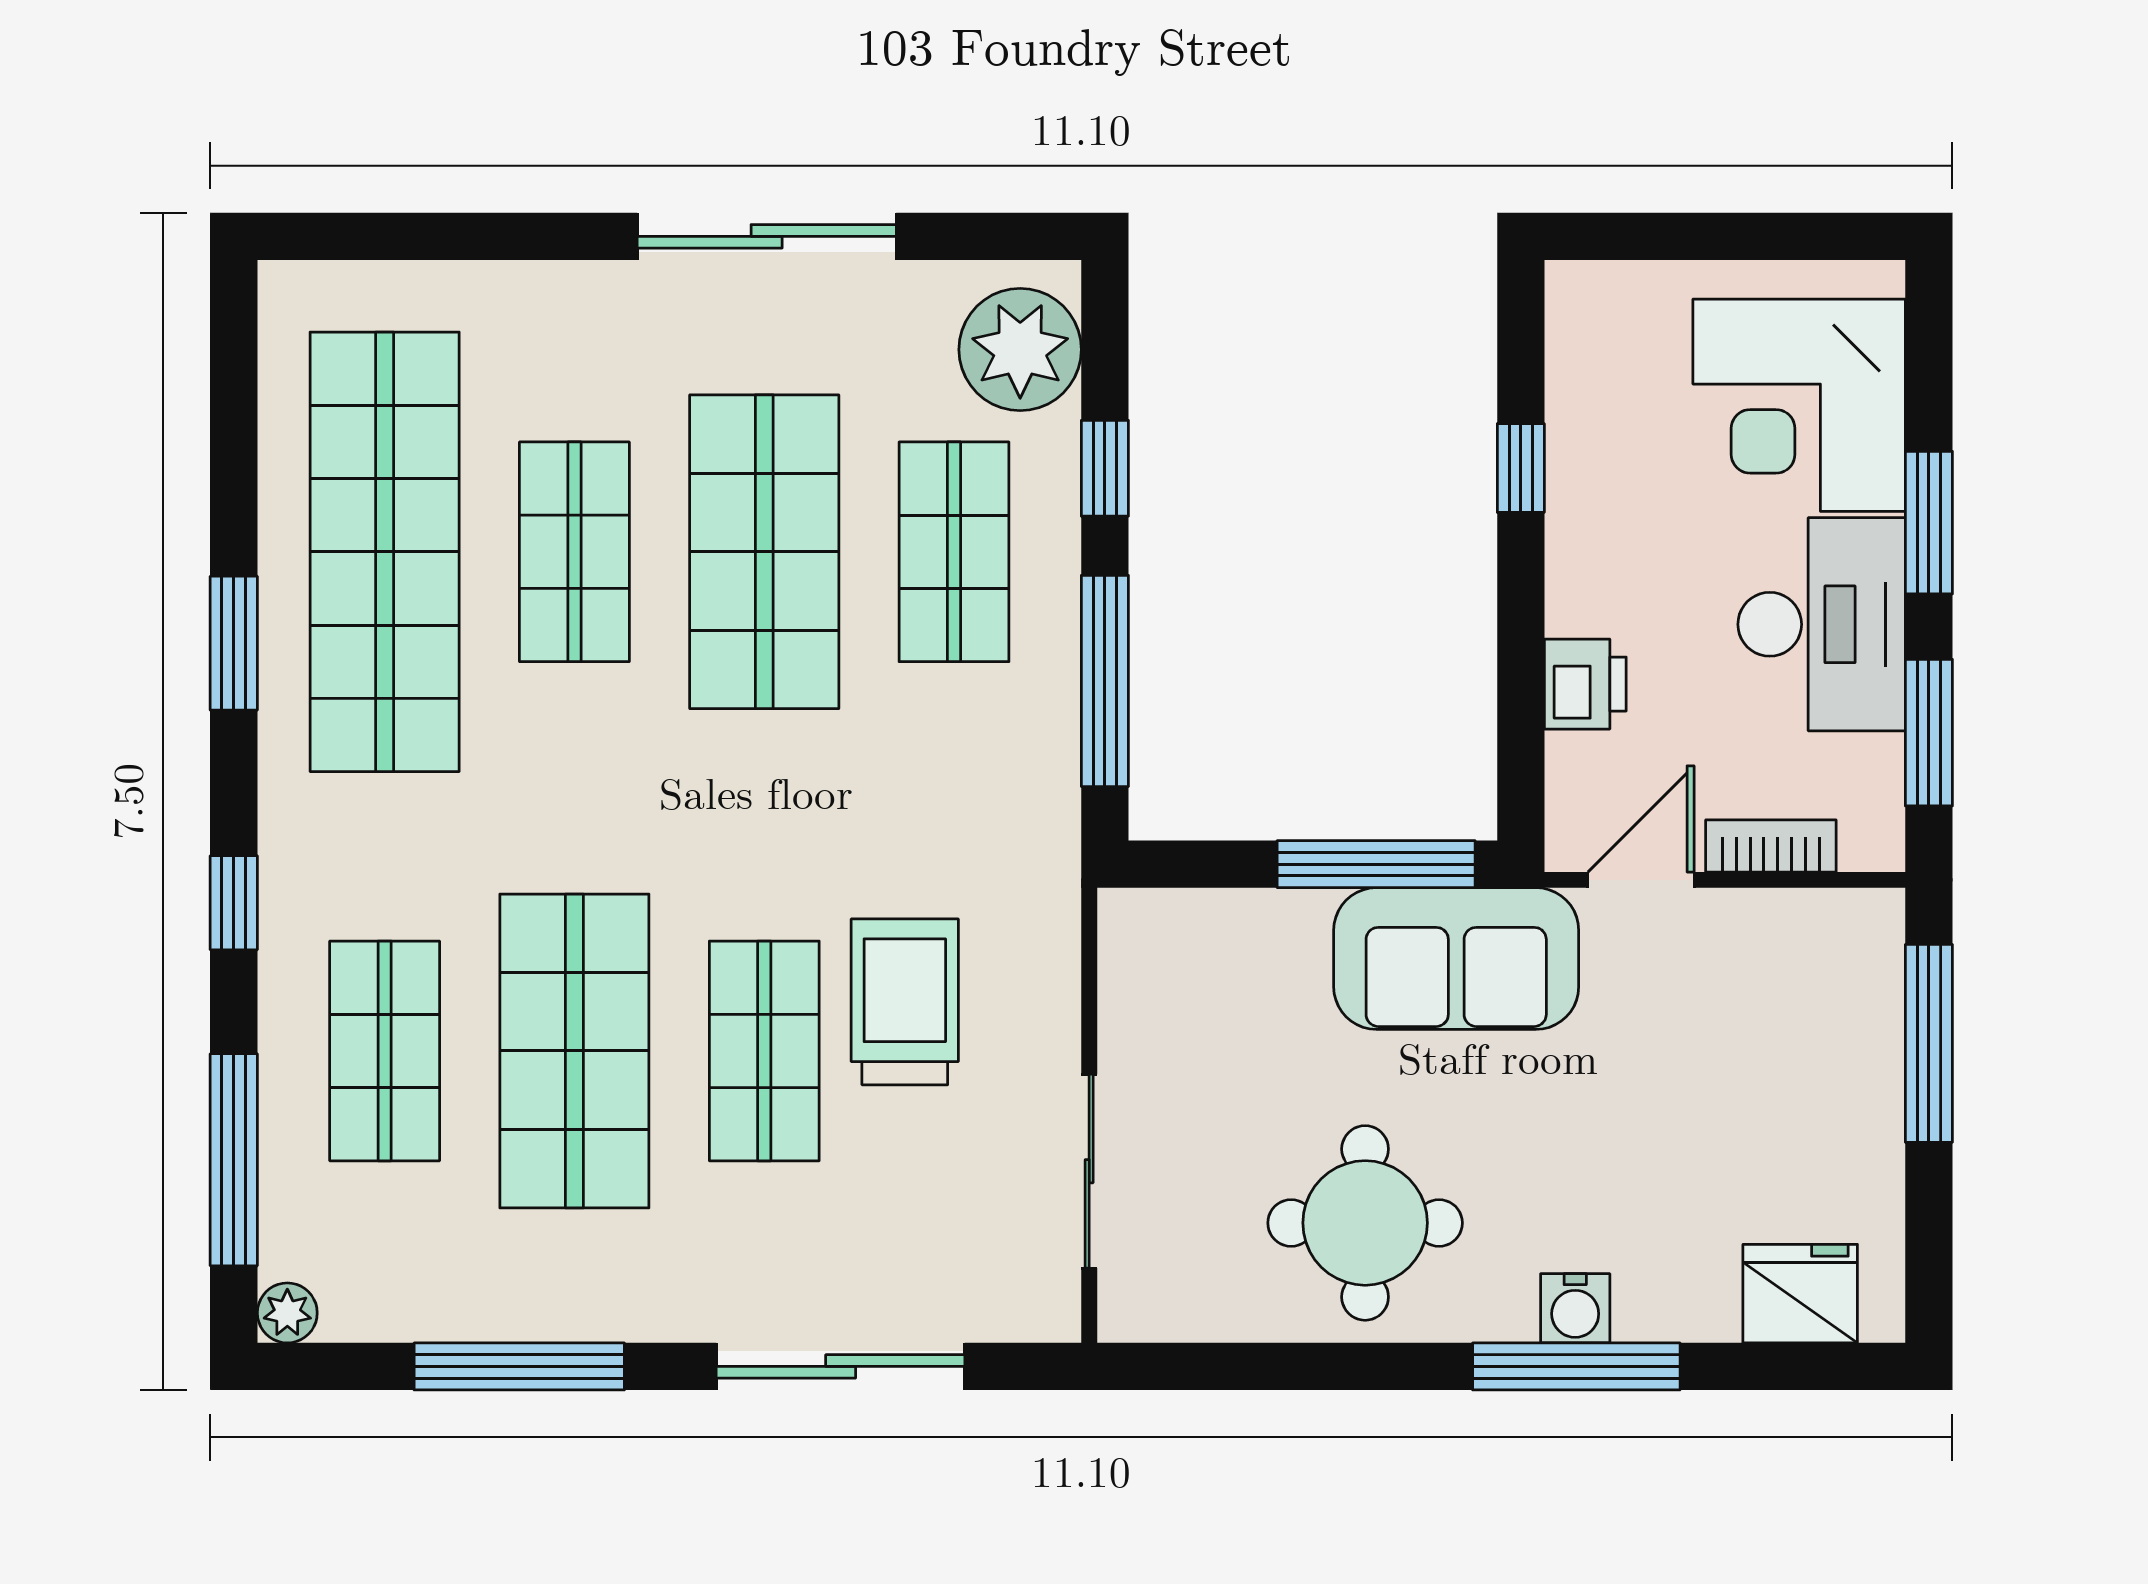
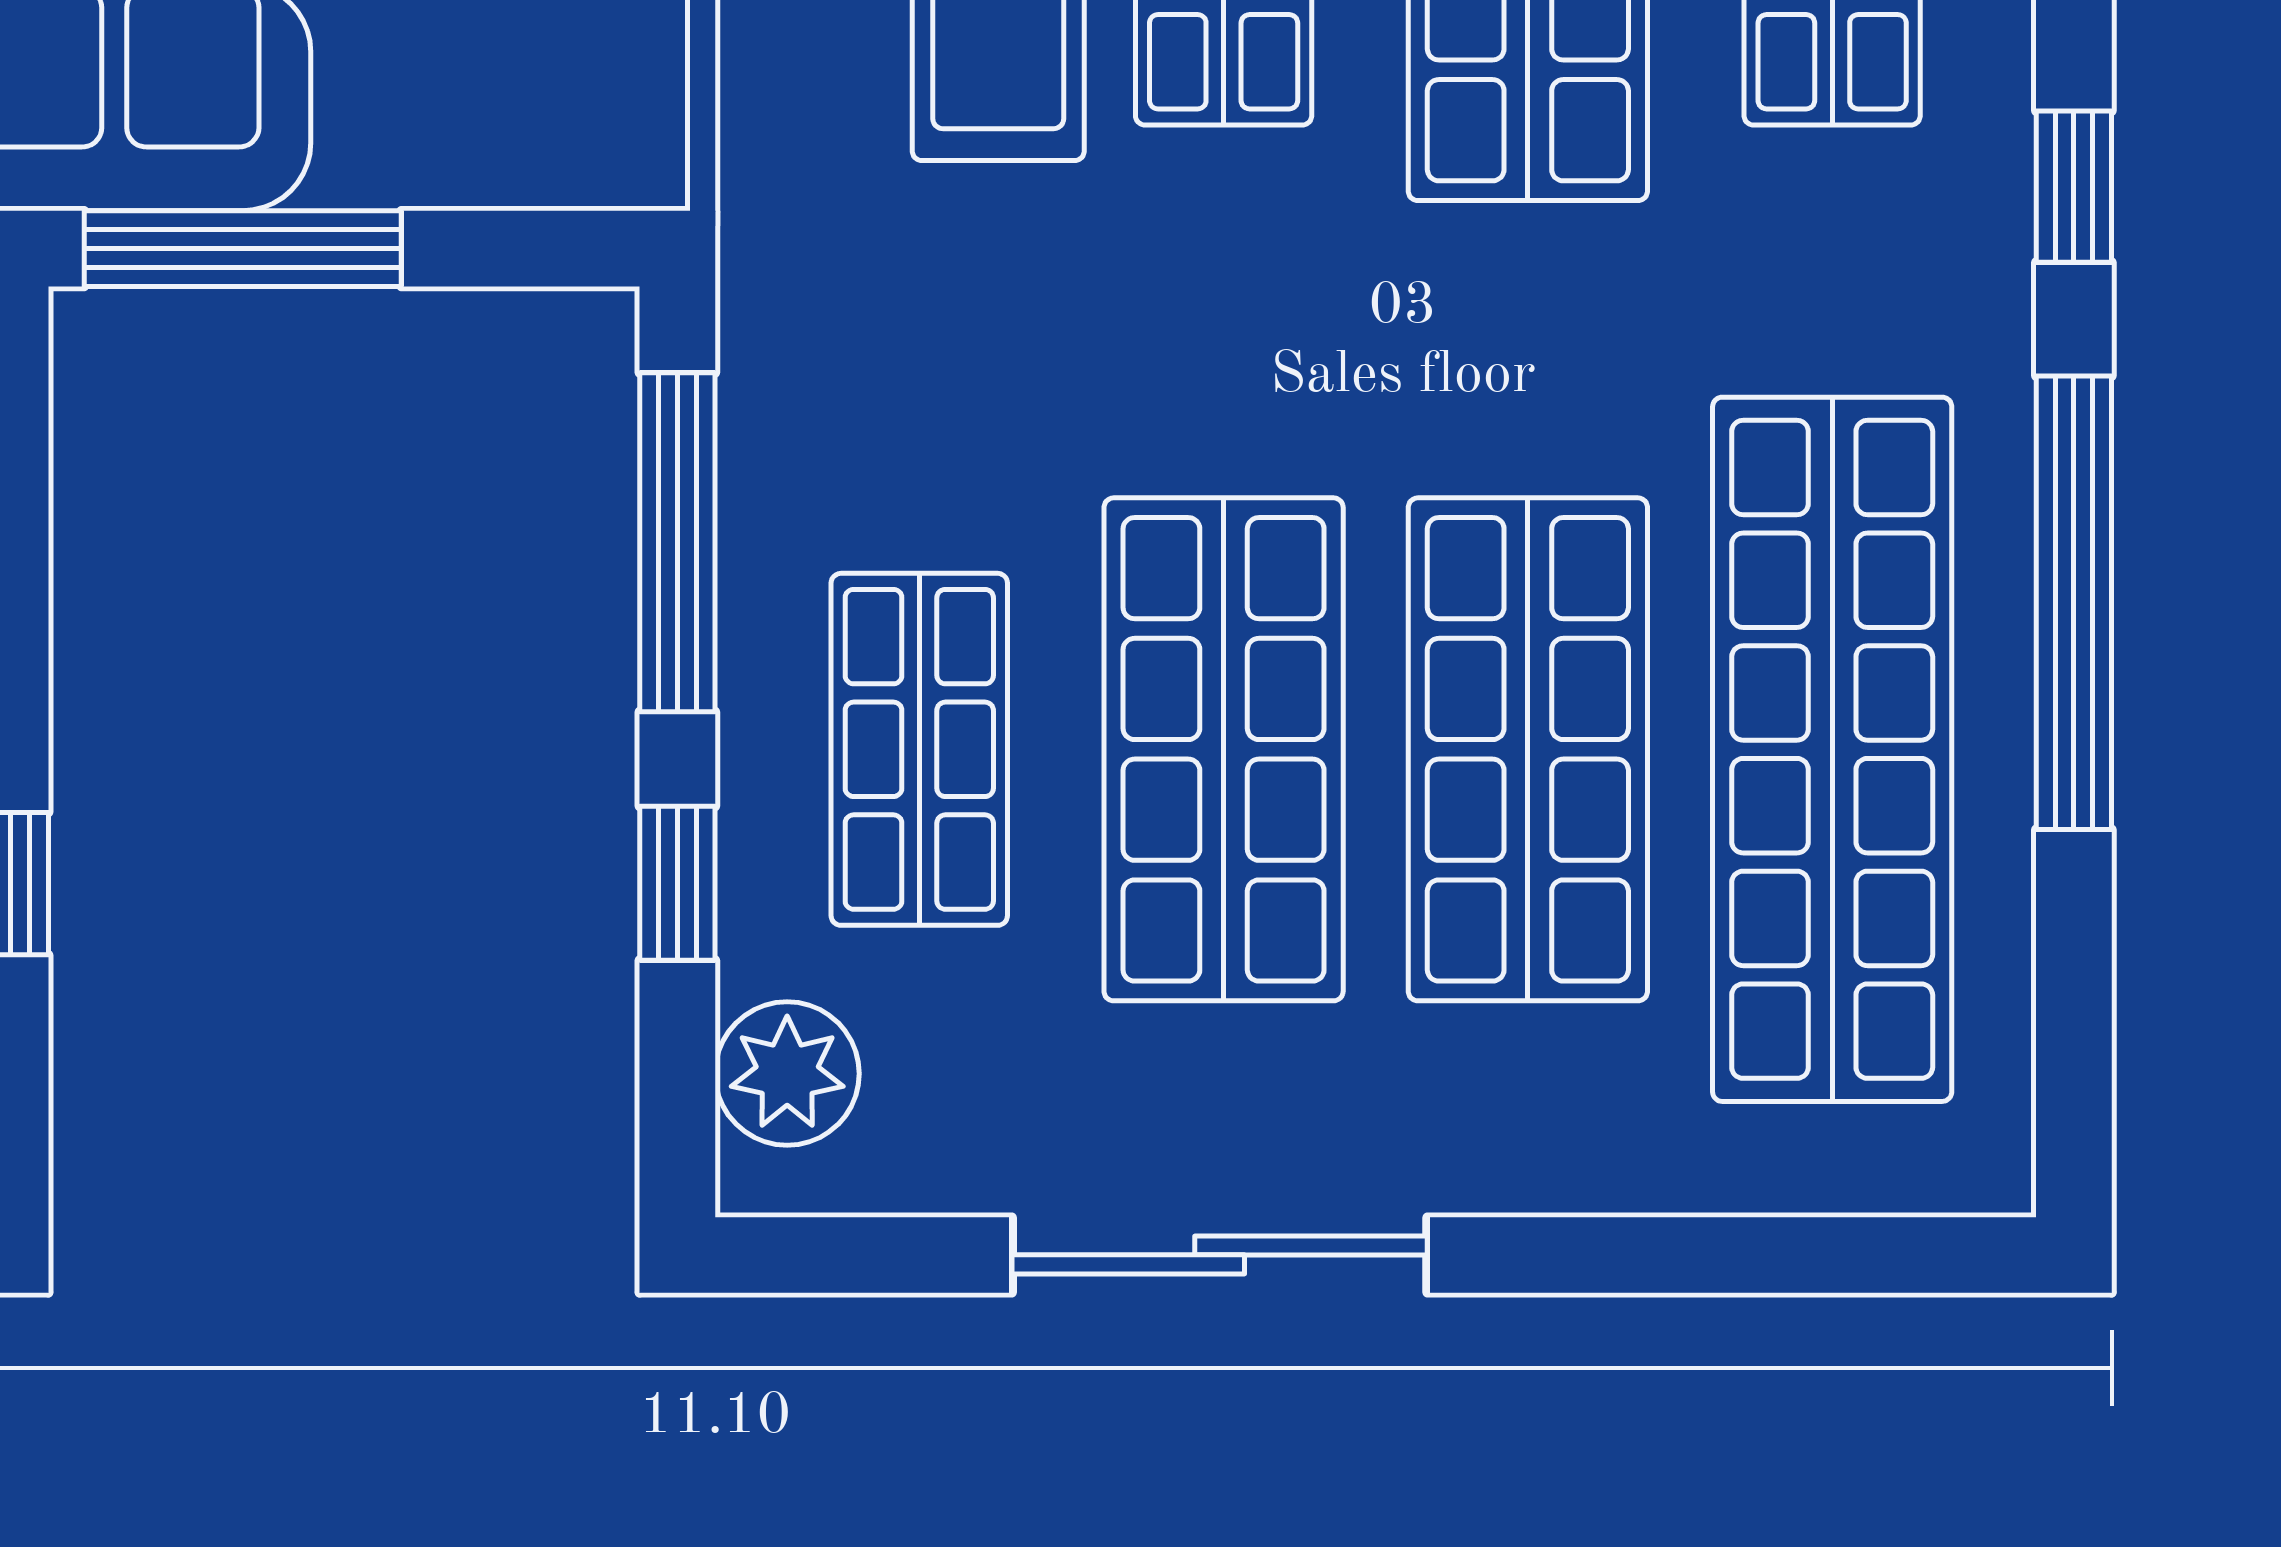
plant: (1020, 350) -> (787, 1074), width x0.73, depth x0.73
shop shelf: (574, 552) -> (1528, 749), width x1.43, depth x1.36
window: (234, 643) -> (2074, 603), width x2.11

